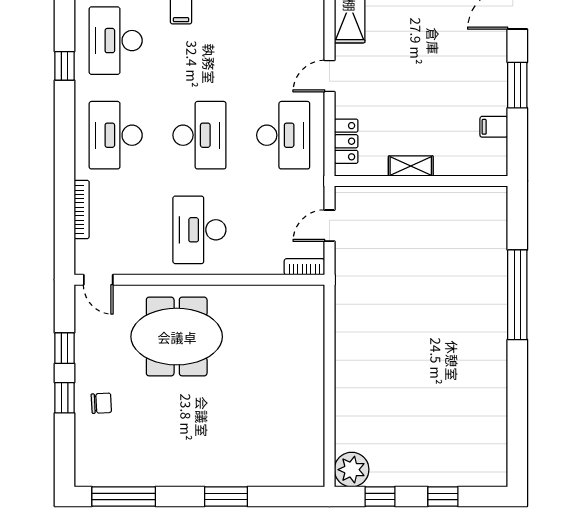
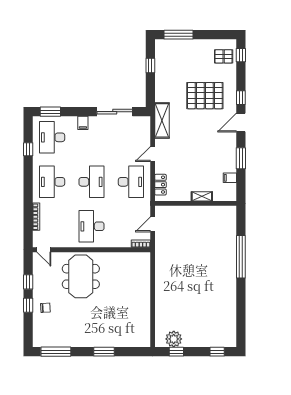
shelving: (411, 166) -> (202, 196), moved
meeting table: (177, 337) -> (81, 276), turned 90
plant: (352, 470) -> (174, 339), moved
window: (443, 496) -> (217, 352), moved

